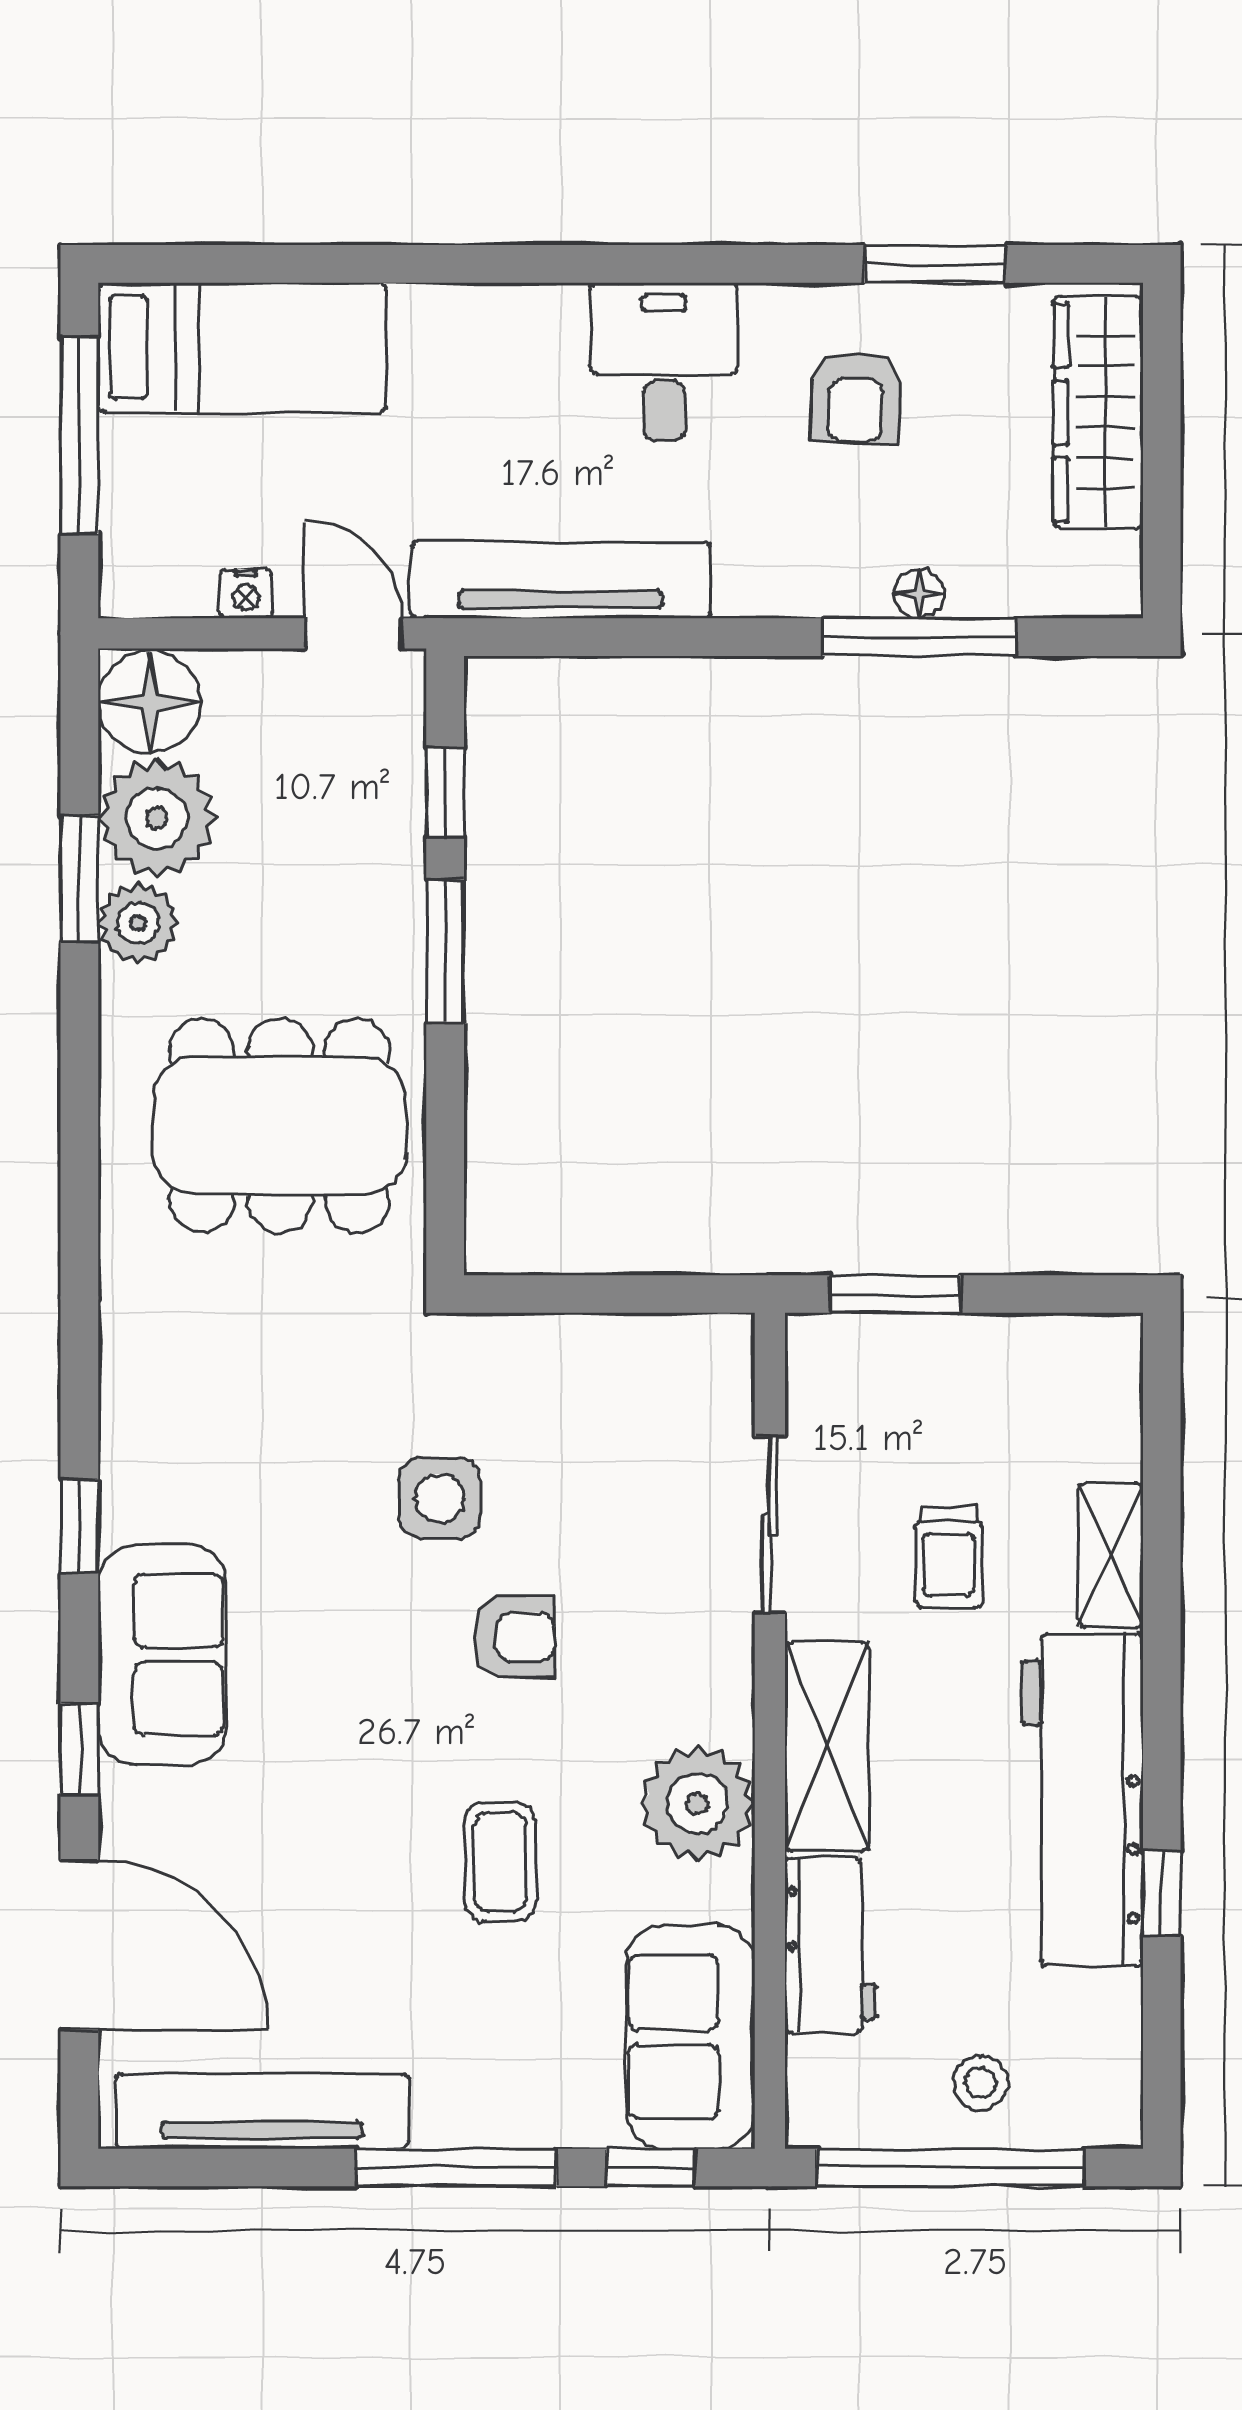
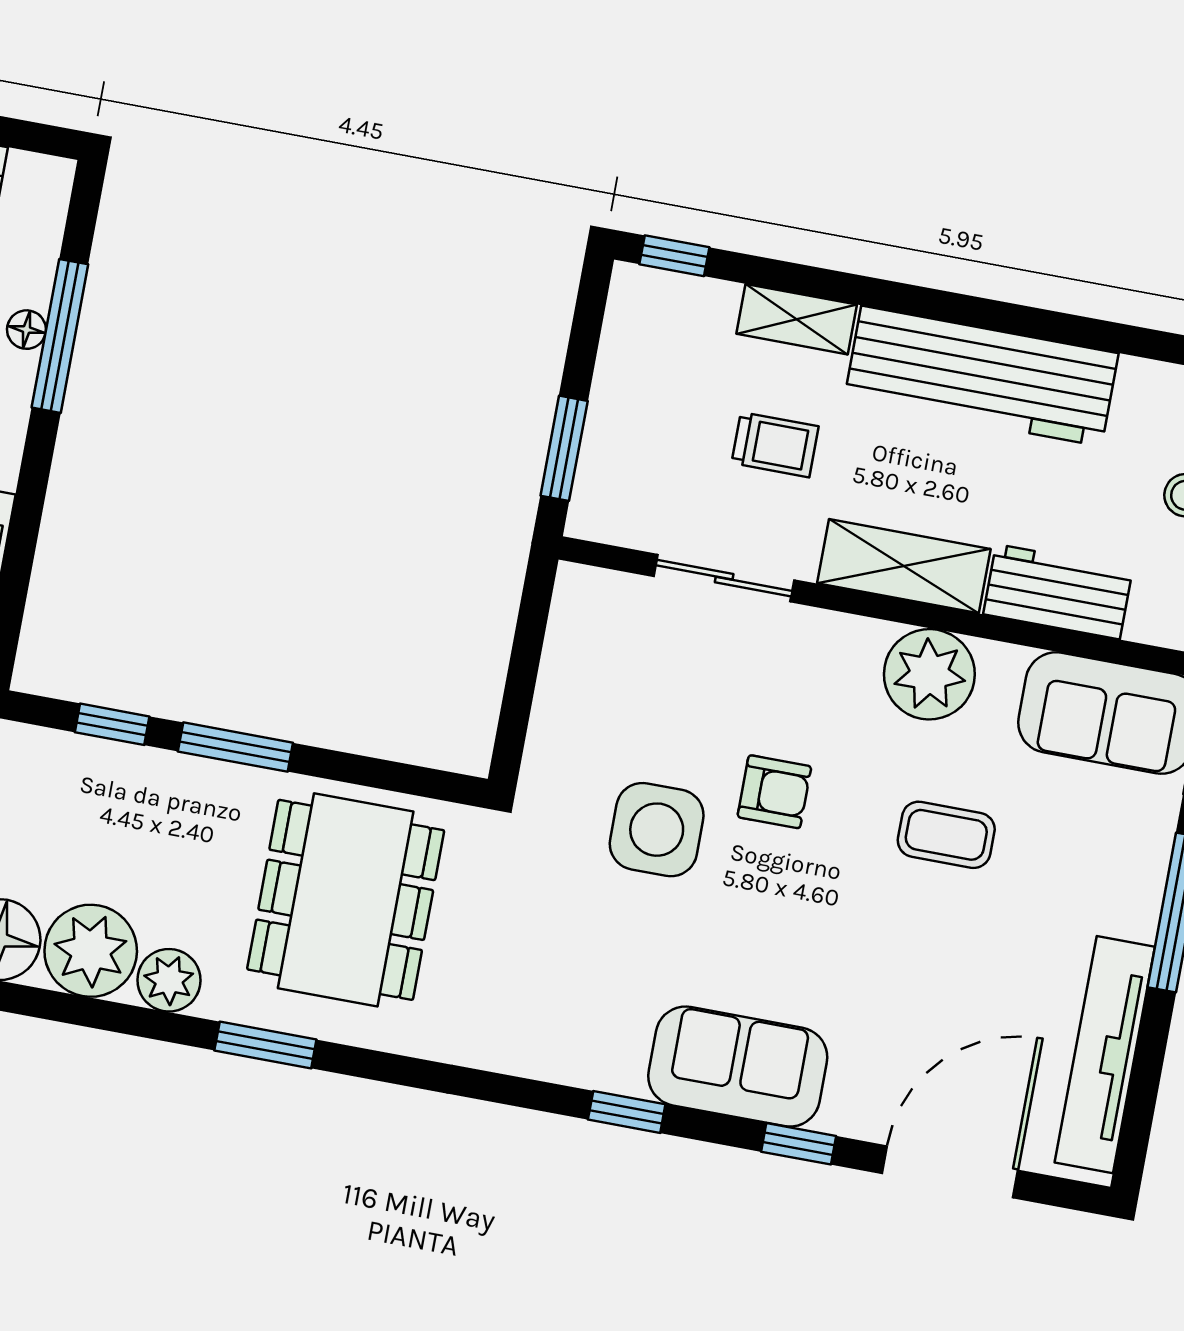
window: (79, 878) -> (265, 1045), moved
side table: (440, 1498) -> (657, 830), width x1.37, depth x1.37
armchair: (514, 1637) -> (774, 792), turned 90
window: (1162, 1893) -> (674, 256), moved

